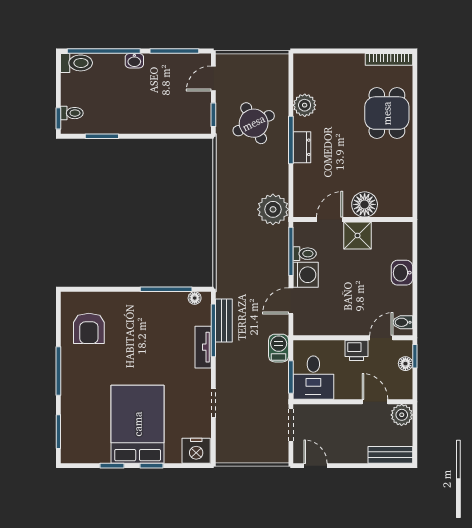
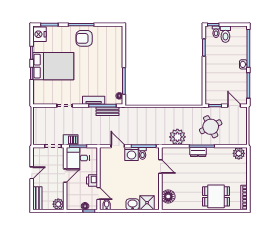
toilet: (76, 63) -> (225, 34), moved
plant: (305, 105) -> (239, 153), moved
floor lamp: (365, 204) -> (168, 196), moved
plant: (273, 209) -> (177, 137), moved
shower: (357, 236) -> (147, 203), moved
armchair: (89, 328) -> (84, 38), moved
barbecue: (279, 348) -> (71, 140), moved
door: (375, 402) -> (65, 176), moved
nightstand: (196, 451) -> (39, 34), moved
door: (316, 466) -> (32, 173), moved

